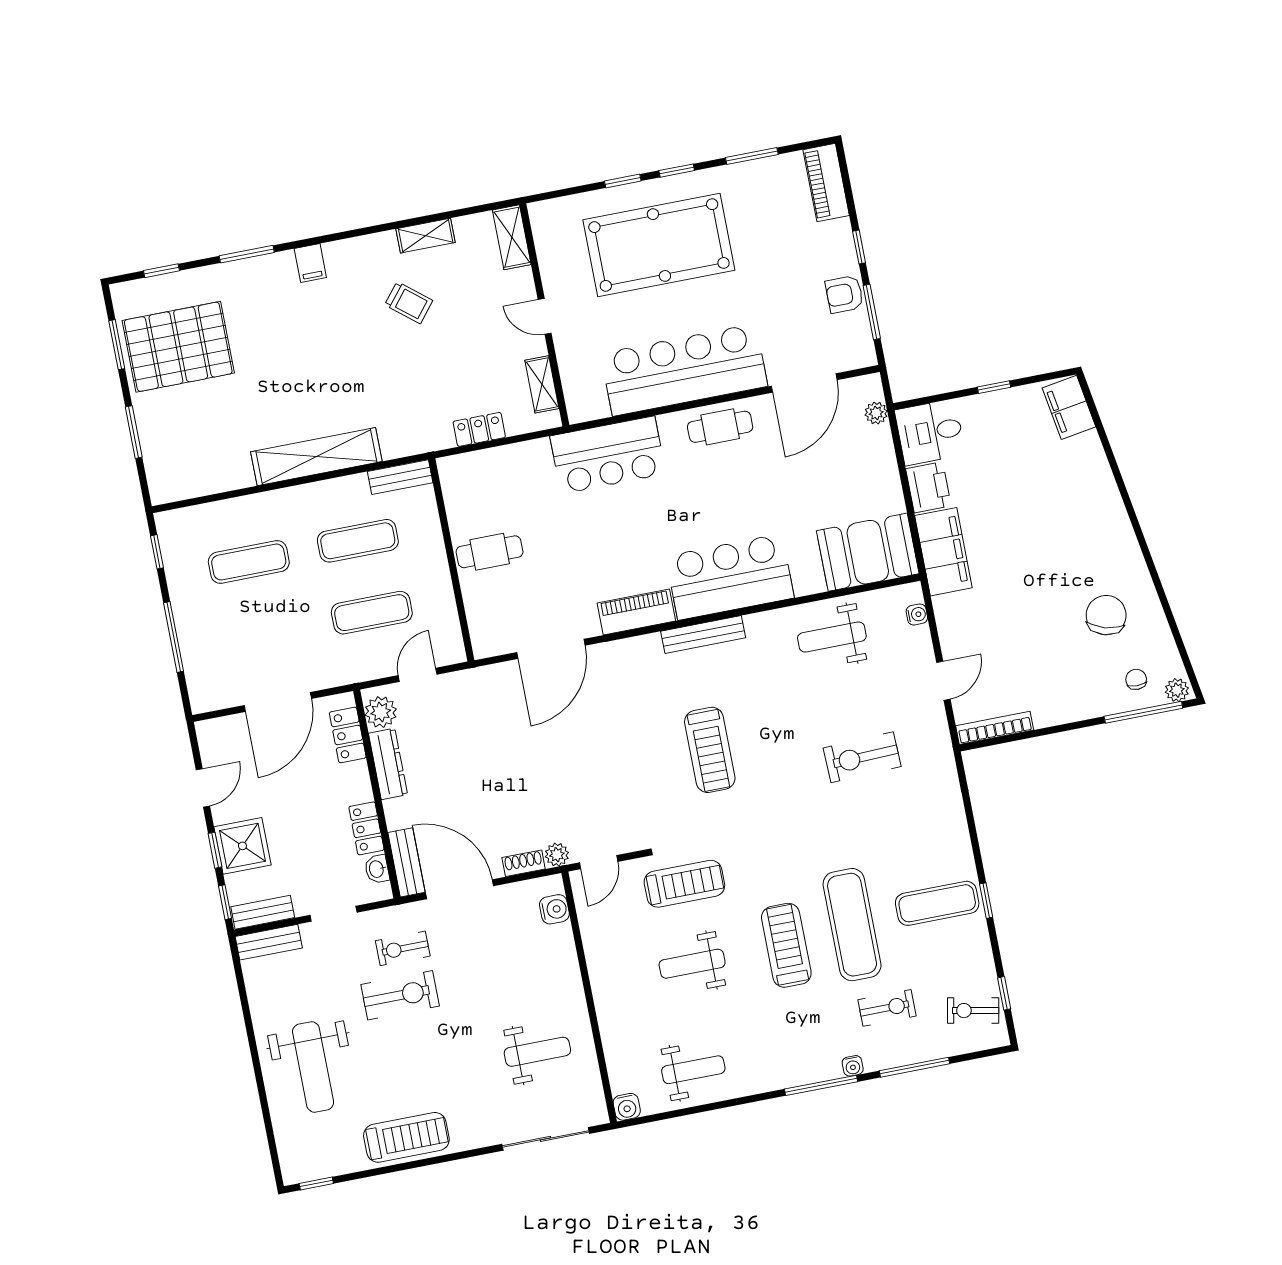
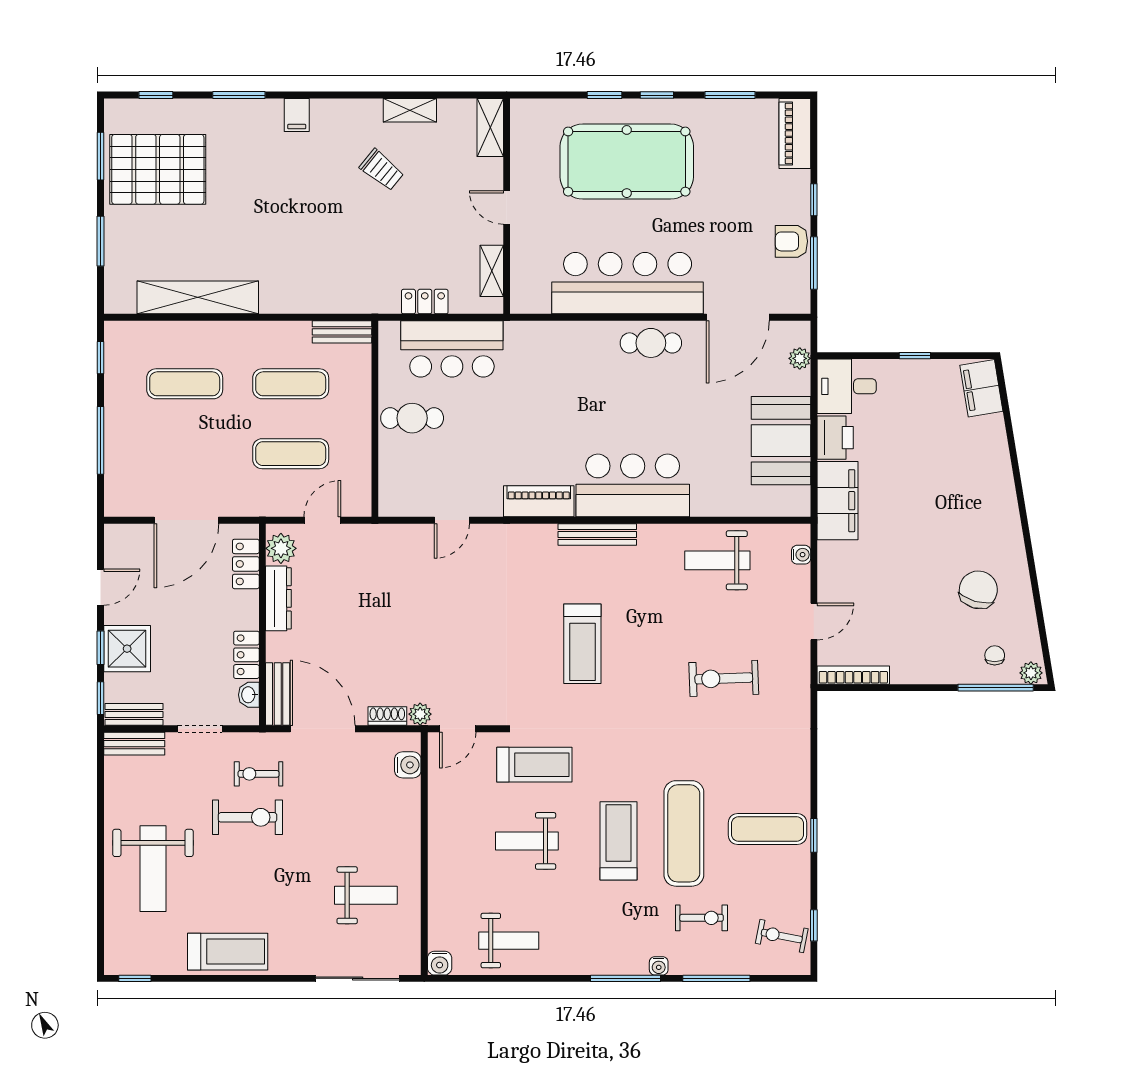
bar counter: (608, 455) -> (452, 349), moved
shelving: (316, 457) -> (198, 297), moved
booth: (868, 552) -> (781, 441), moved, turned 90
door: (551, 649) -> (452, 520), width x0.53

